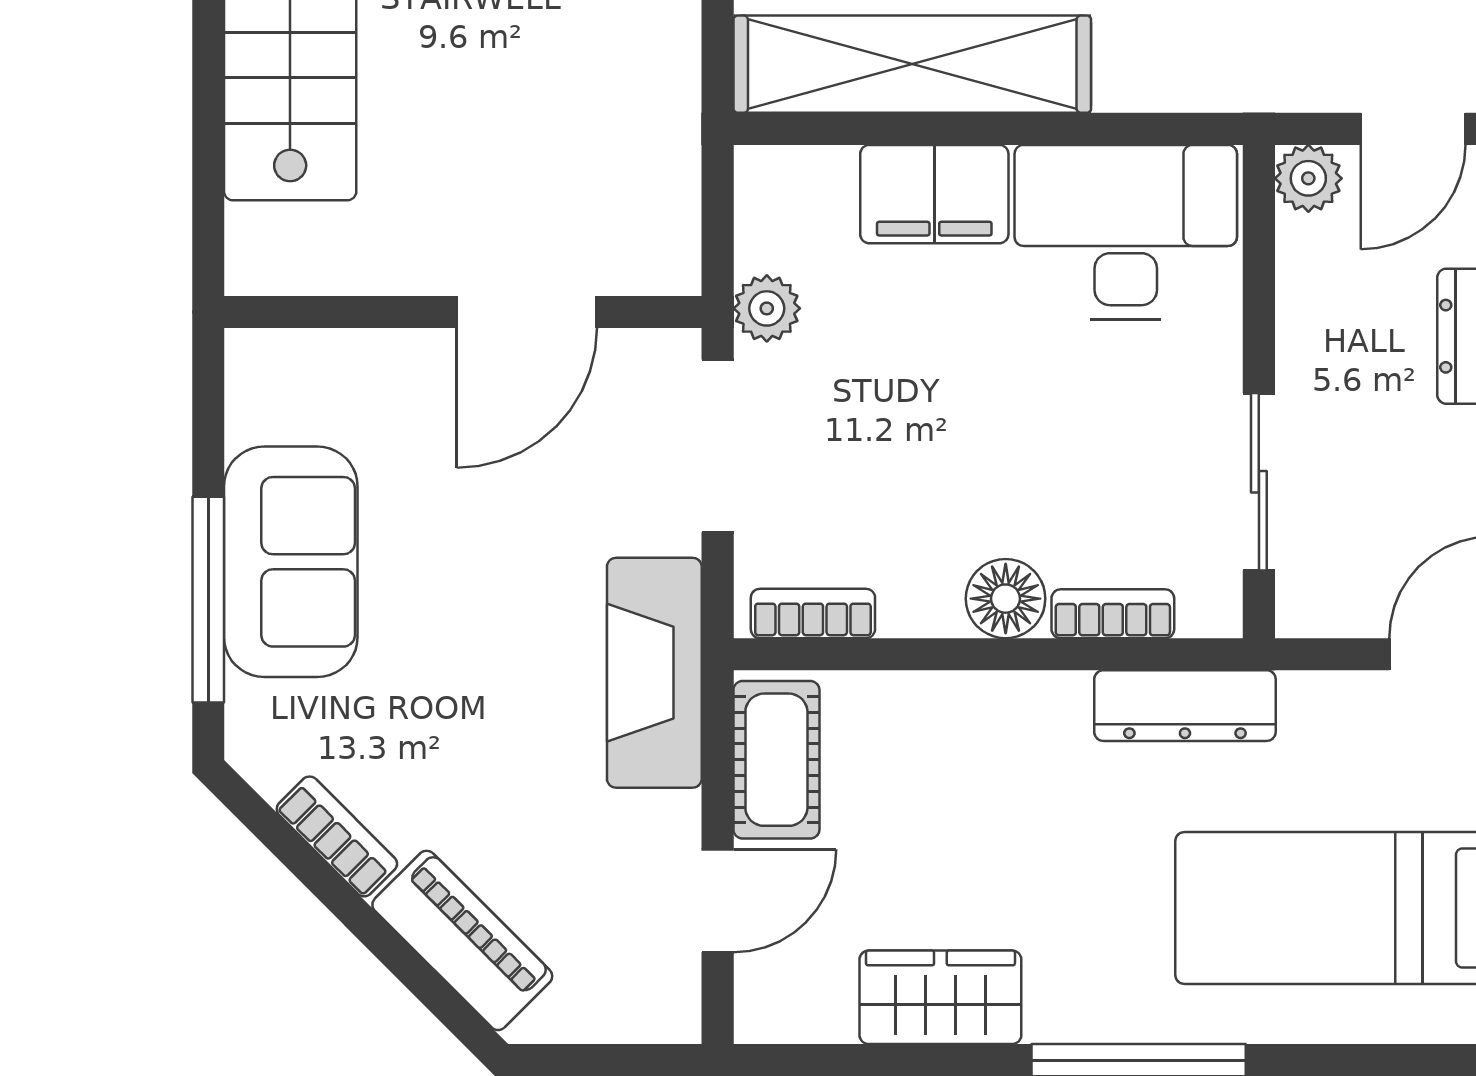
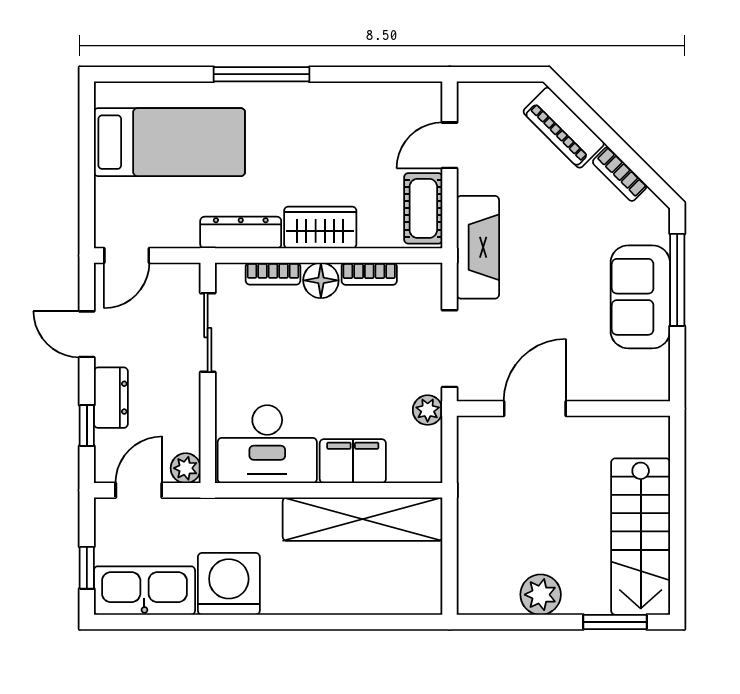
bookcase: (813, 613) -> (369, 274), moved
wardrobe: (940, 997) -> (320, 227), moved, turned 180

